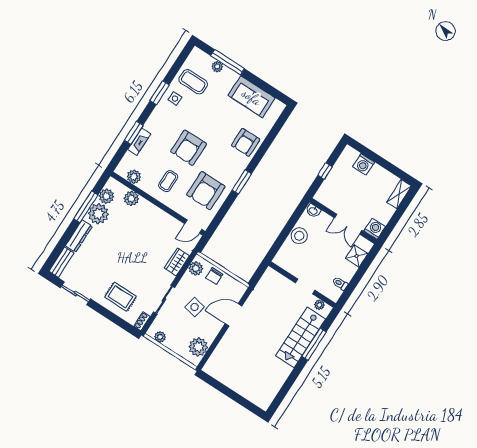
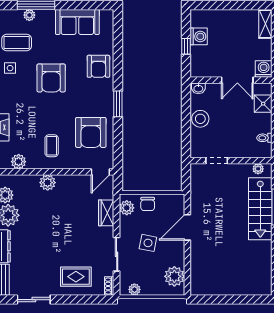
armchair: (189, 148) -> (51, 78), moved
washing machine: (364, 164) -> (199, 36), moved, turned -90
plant: (131, 198) -> (48, 183), moved
doorway: (305, 286) -> (217, 161), moved

